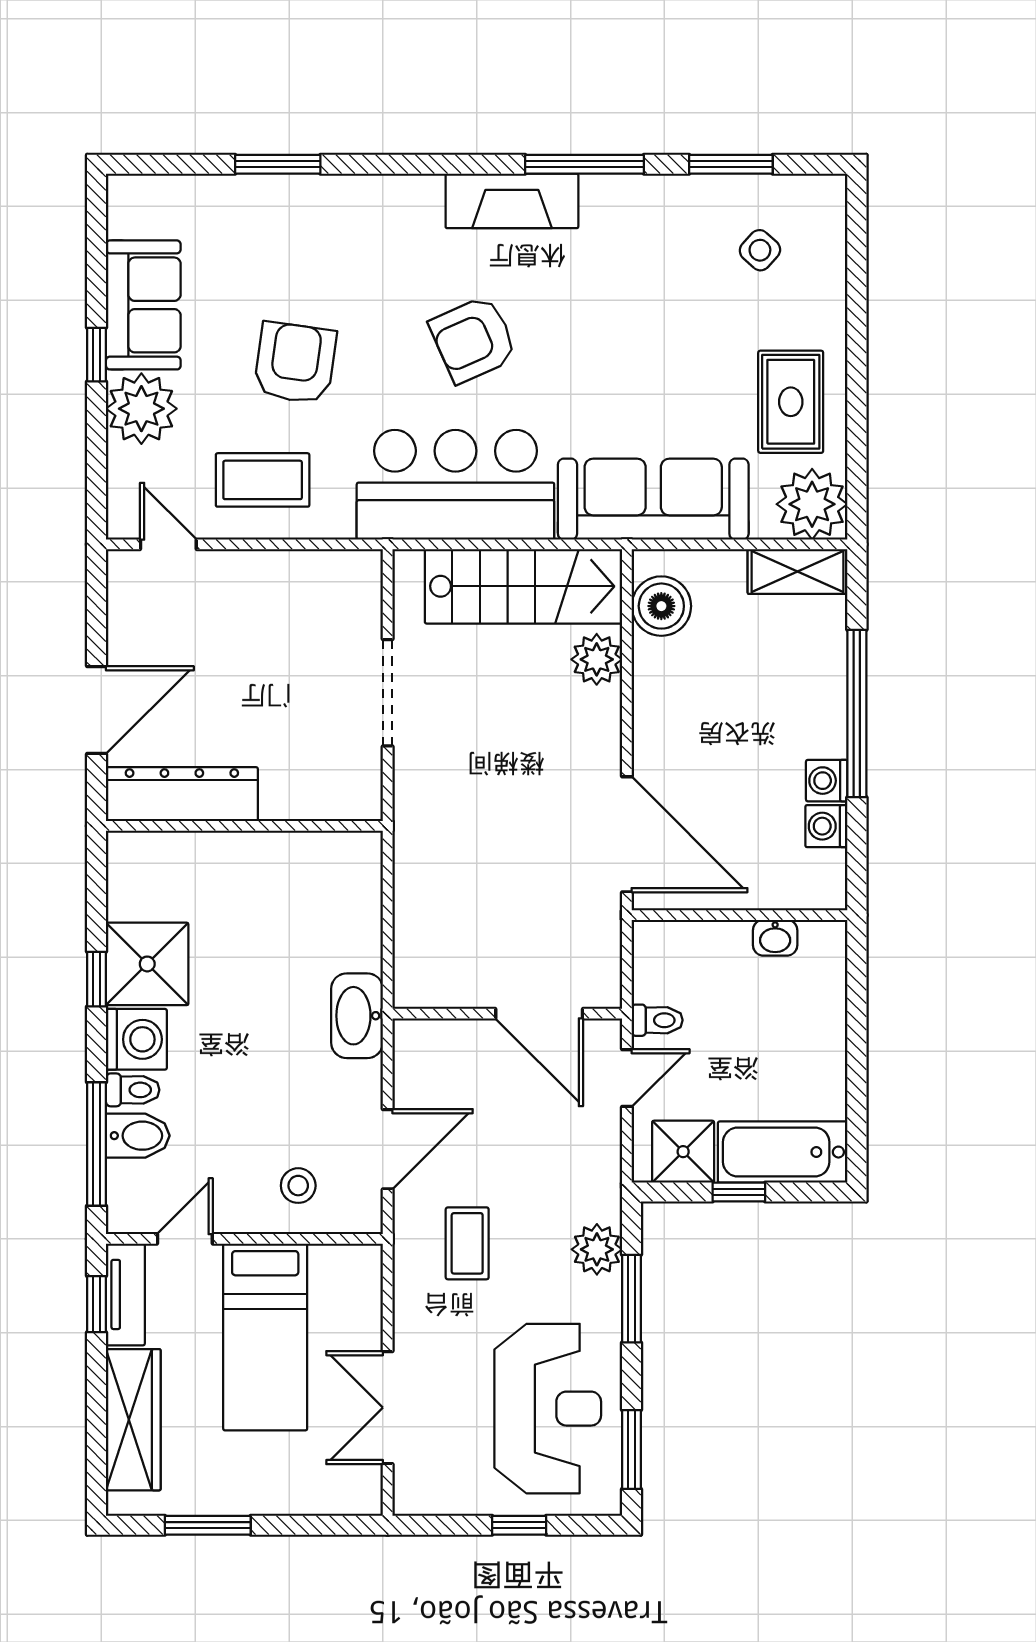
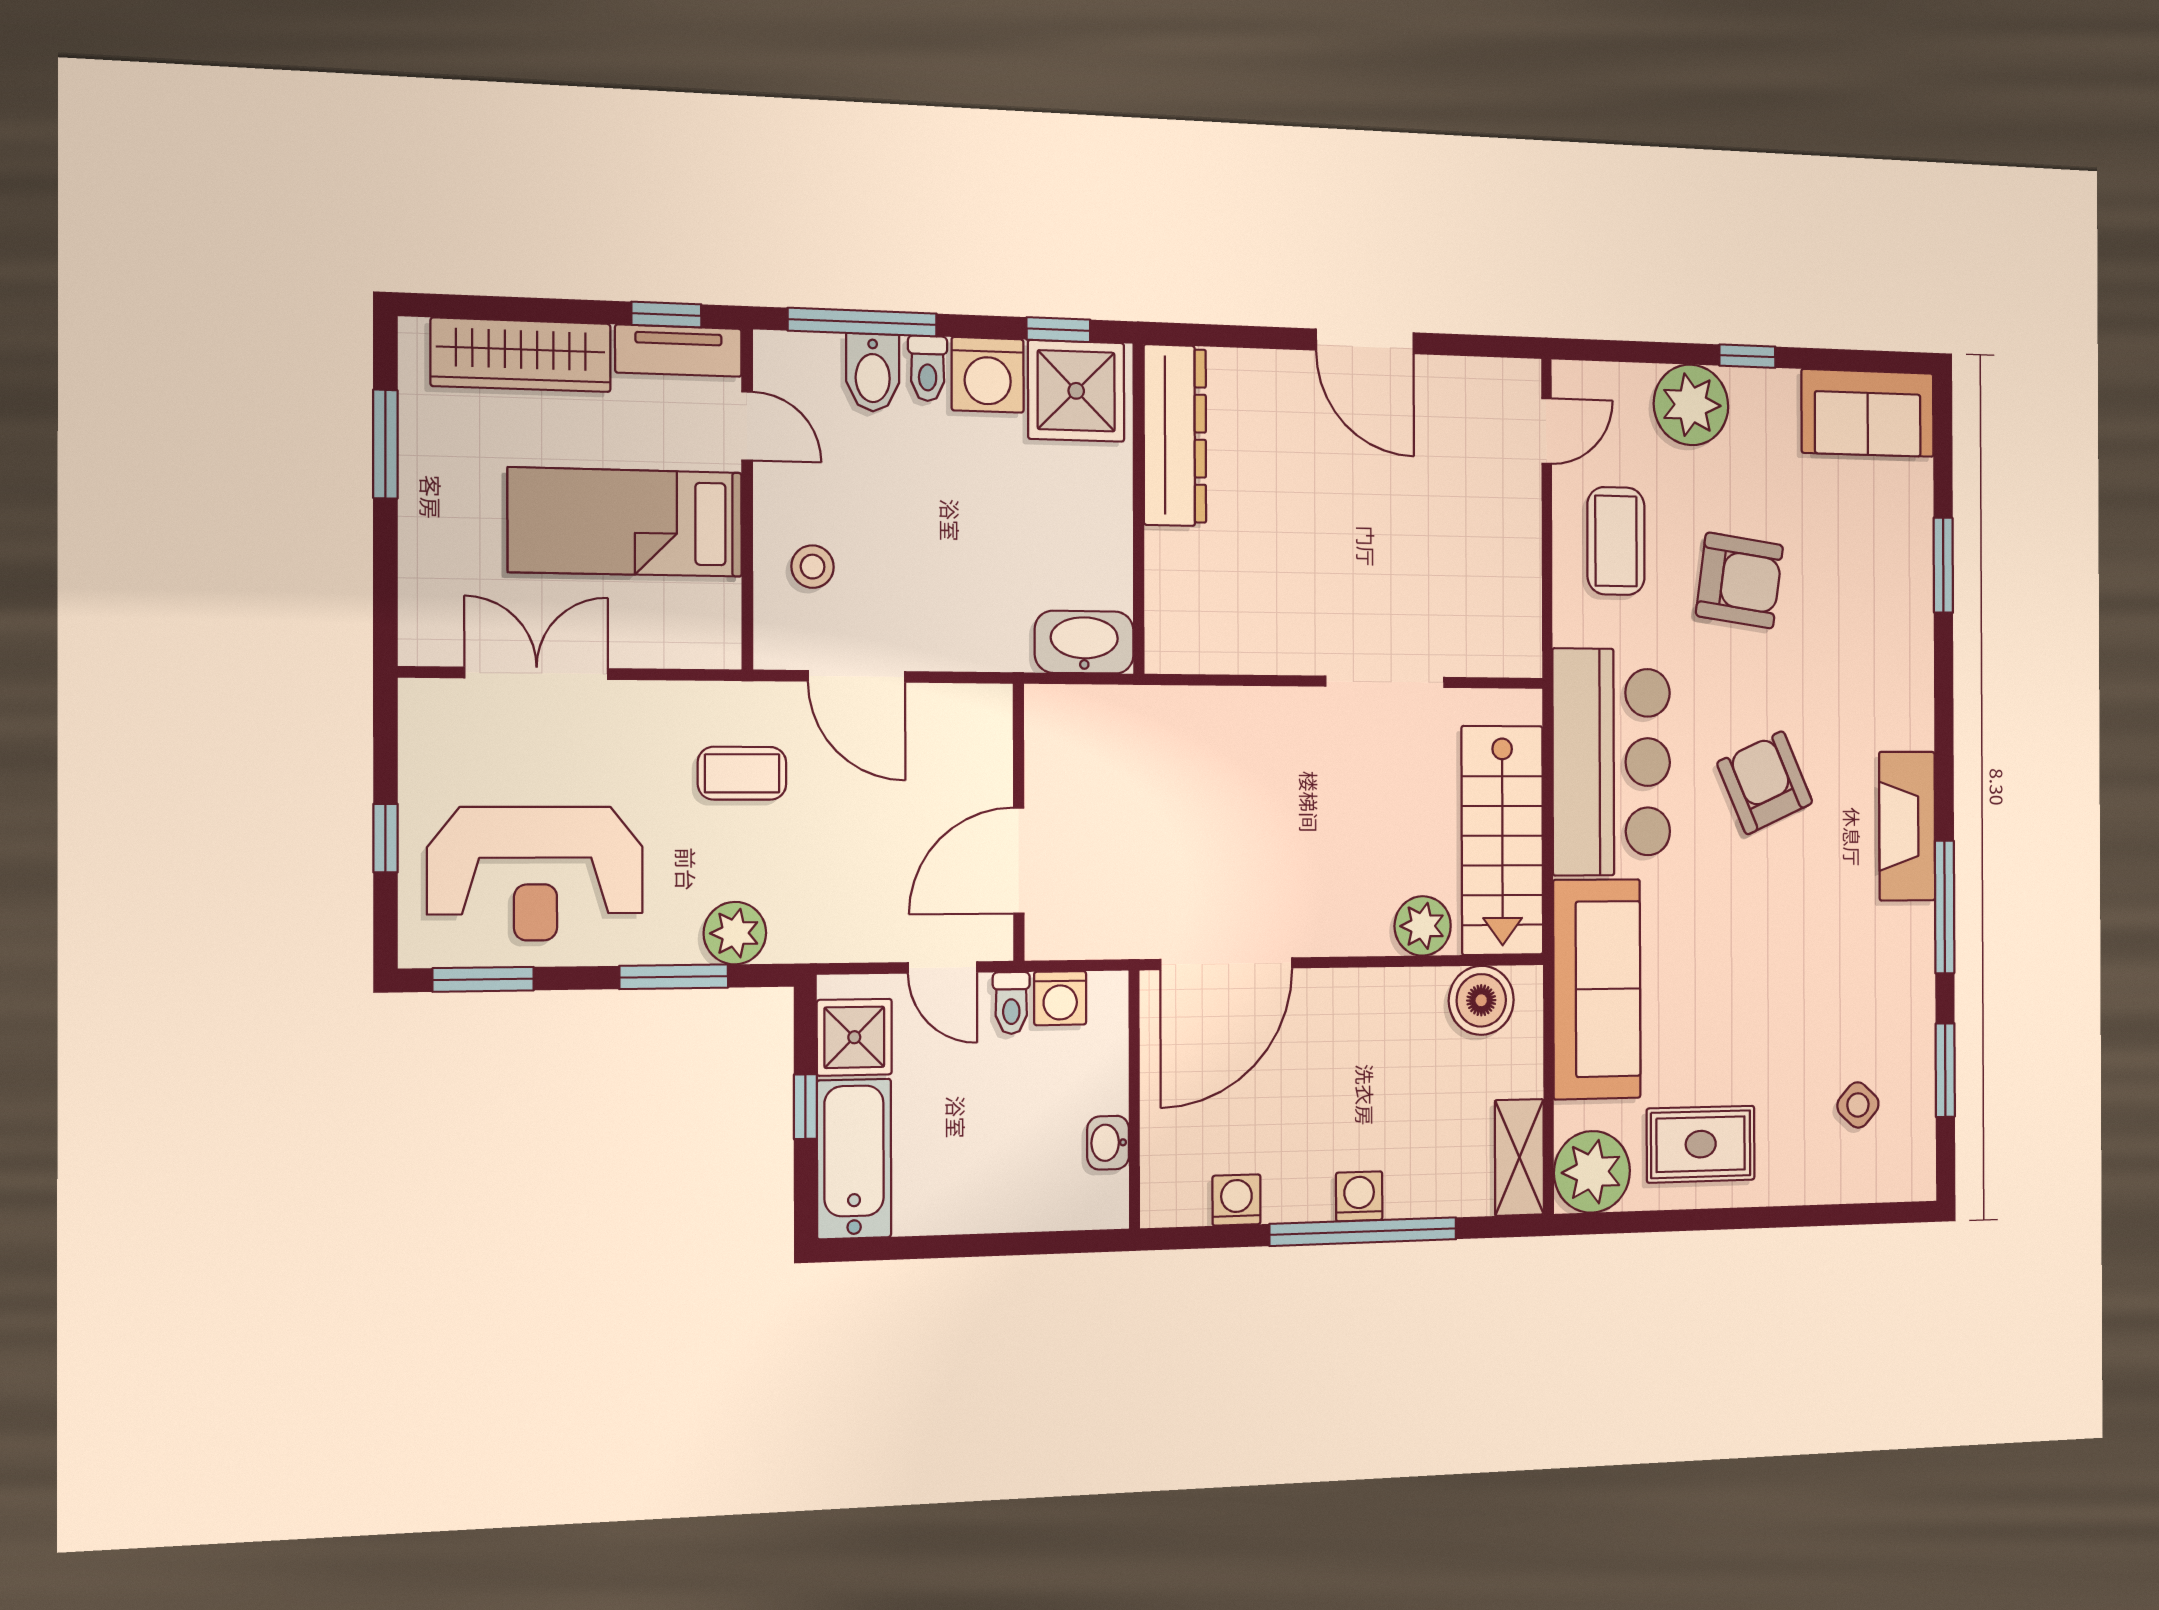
sofa: (143, 305) -> (1868, 413), moved
washing machine: (827, 781) -> (1359, 1196), moved
dresser: (182, 794) -> (1175, 435), moved
wall: (244, 826) -> (1138, 509), moved
washing machine: (654, 979) -> (1060, 998), added
washbasin: (357, 1016) -> (1084, 642), moved

